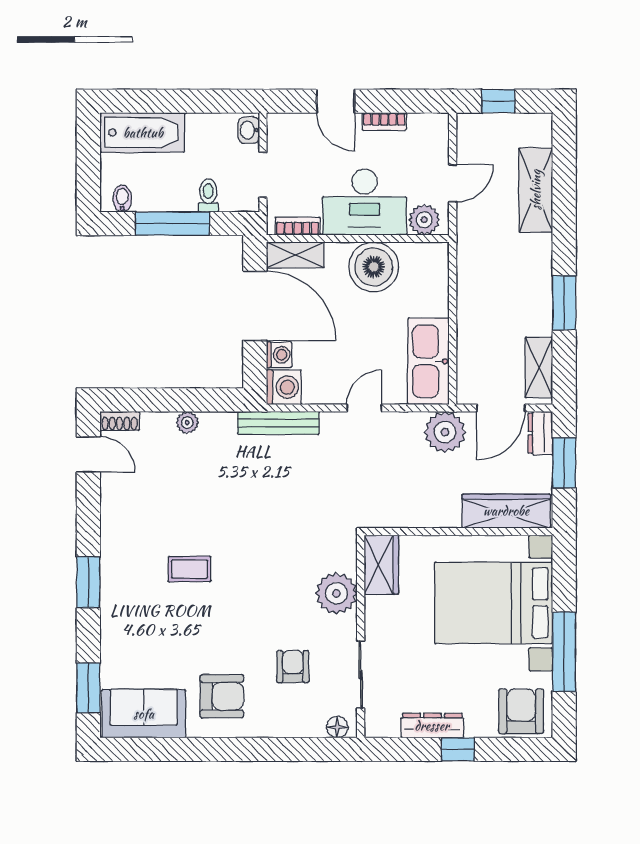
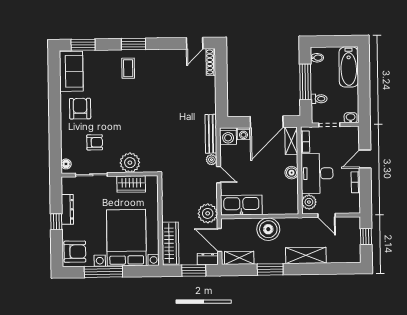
shelving: (536, 190) -> (306, 255), moved
boiler: (374, 267) -> (292, 173), width x0.54, depth x0.54
boiler: (480, 306) -> (268, 229), added
shoe rack: (120, 421) -> (211, 62), width x1.43
plant: (187, 423) -> (211, 160), moved
wardrobe: (381, 565) -> (131, 184), moved
coffee table: (190, 569) -> (128, 68), moved
armchair: (222, 696) -> (80, 109), turned 180

